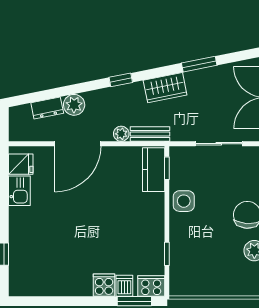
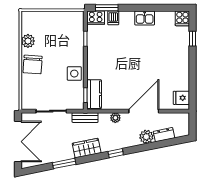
bench: (150, 134) -> (85, 118), moved
kitchen sink: (19, 191) -> (145, 18), moved, turned -90
cooker: (104, 285) -> (182, 18), moved

